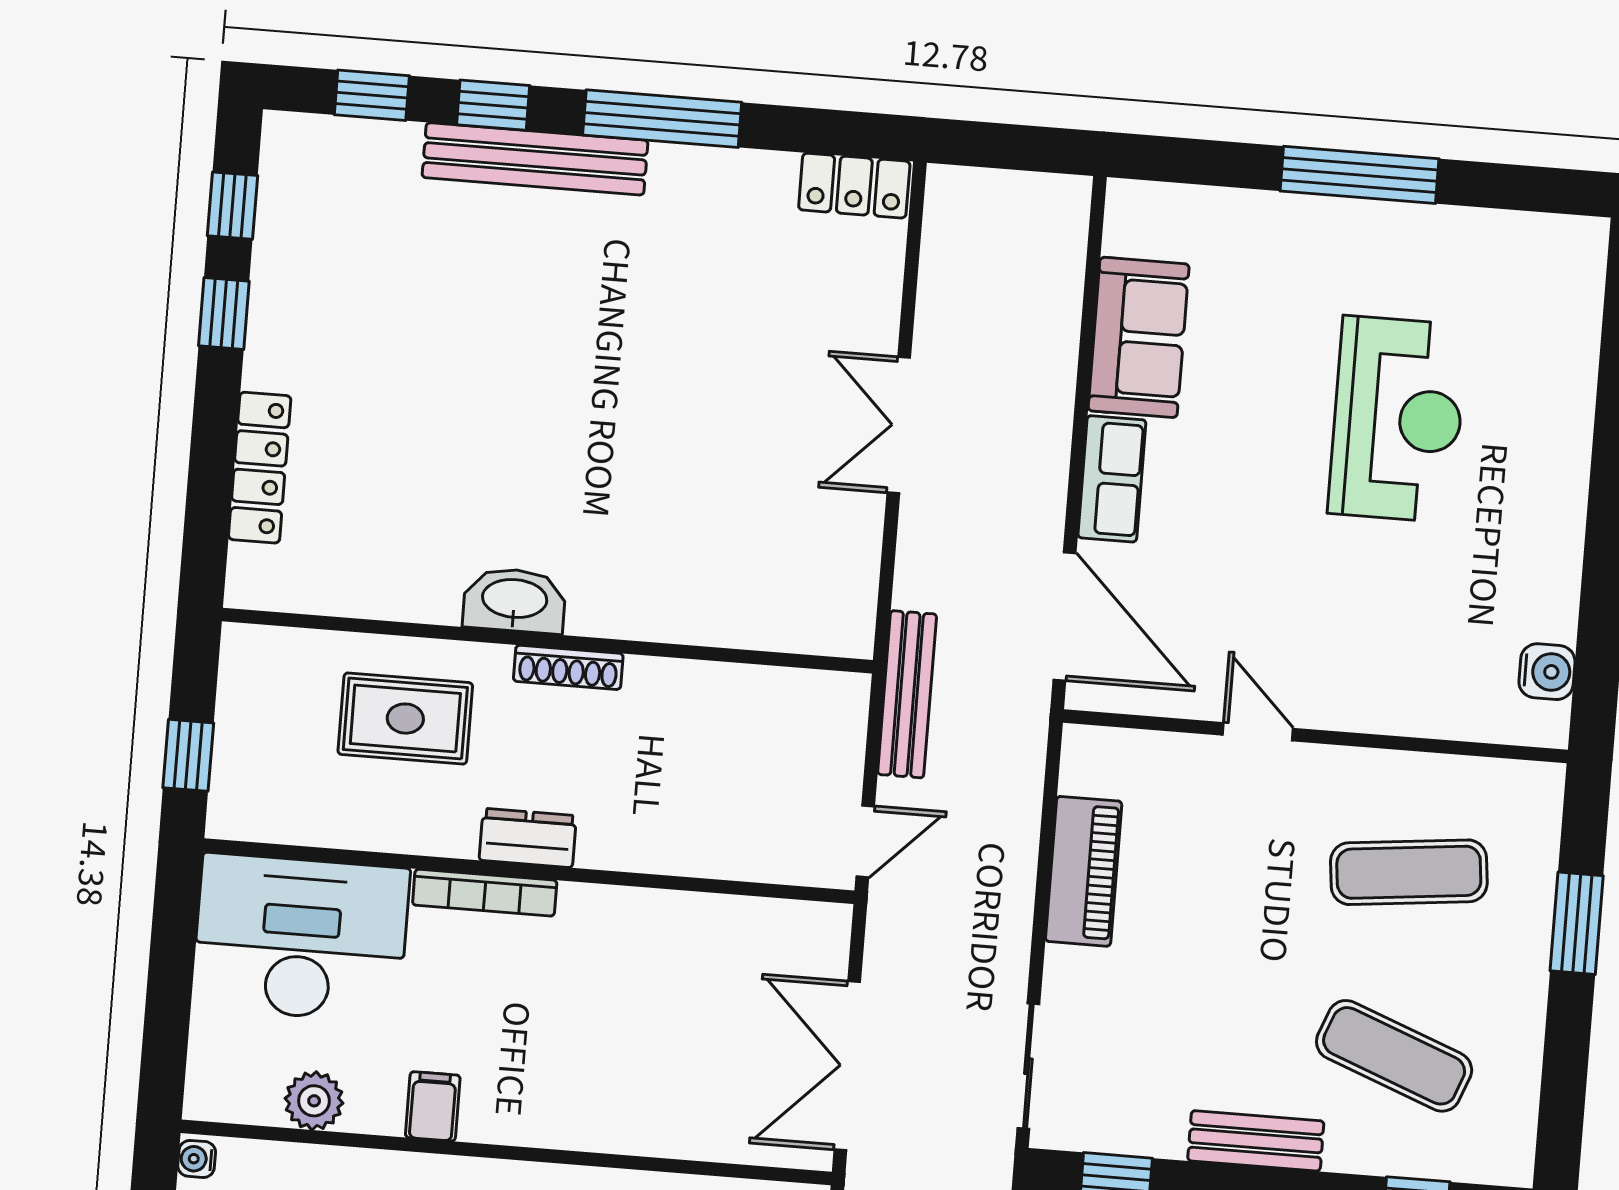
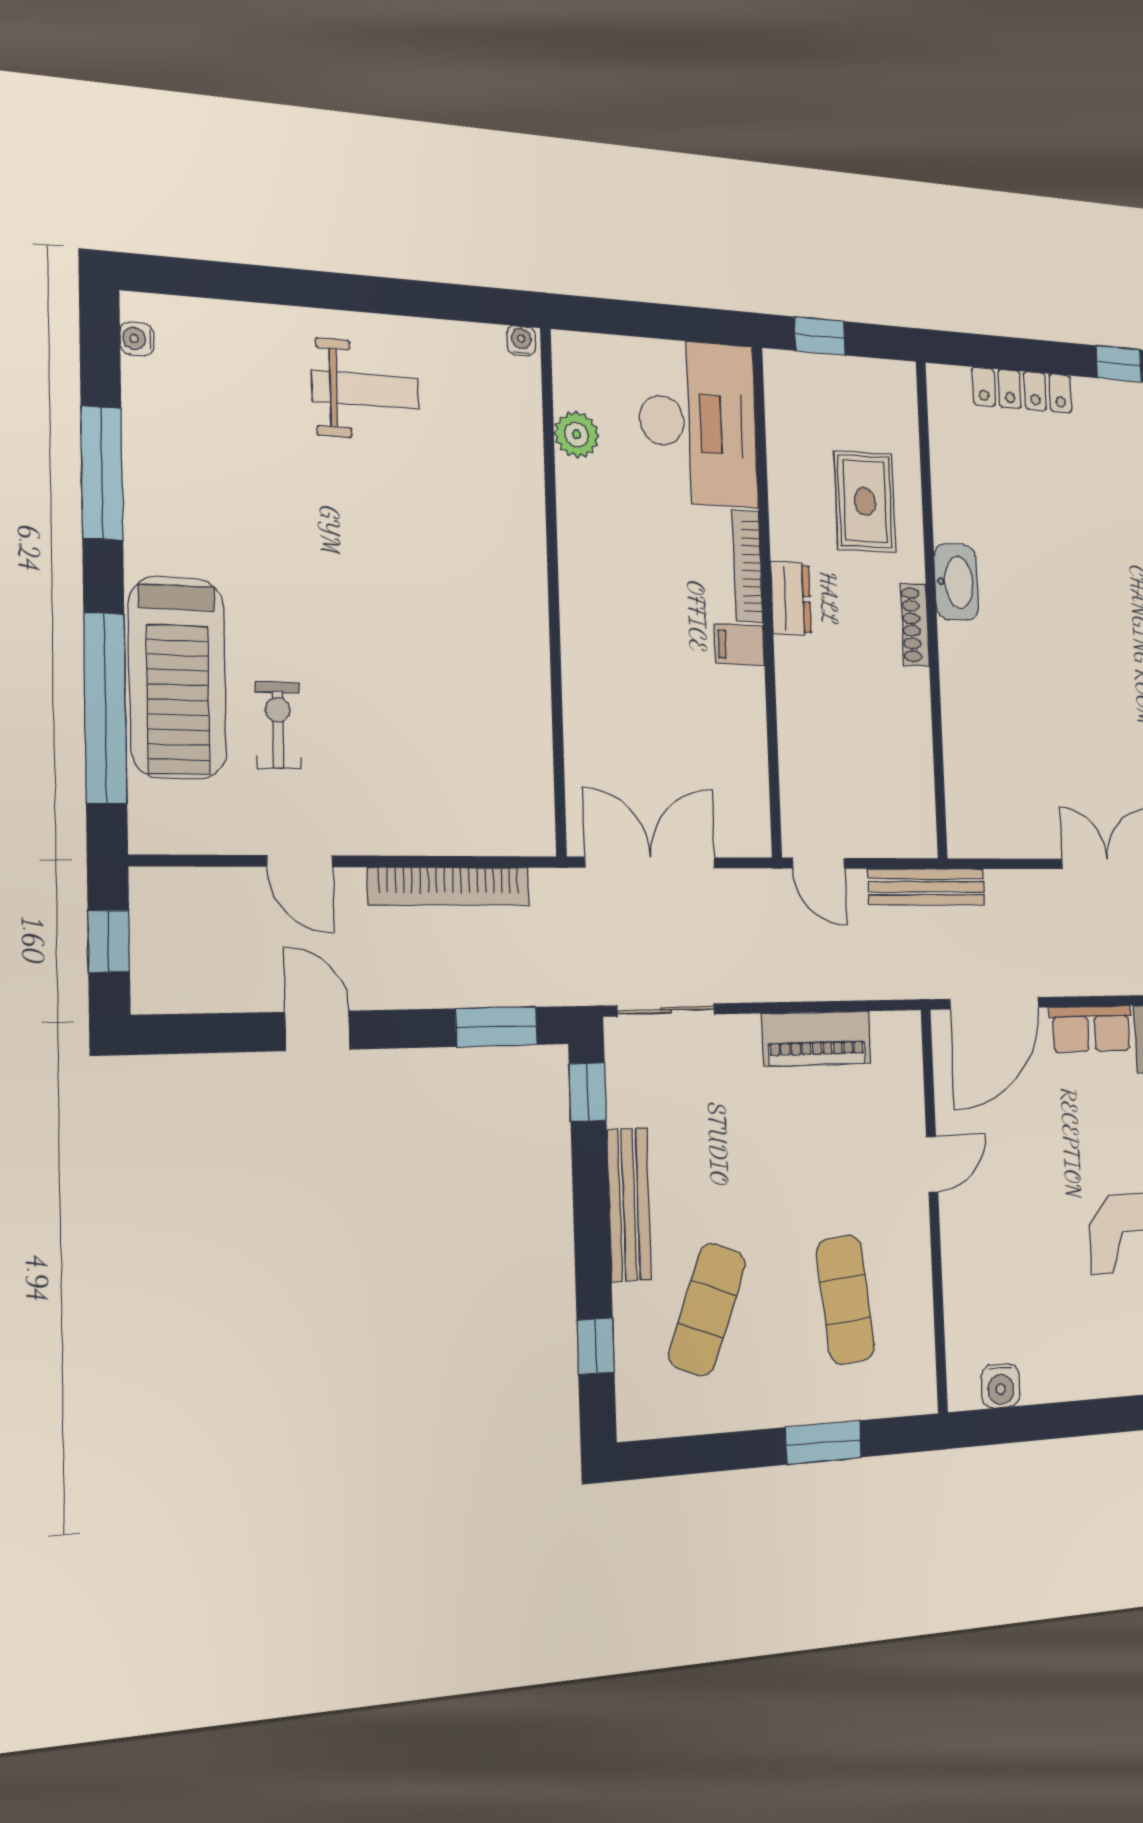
filing cabinet: (433, 1106) -> (739, 645), moved, turned 180
bench: (1256, 1141) -> (629, 1204), width x1.36

